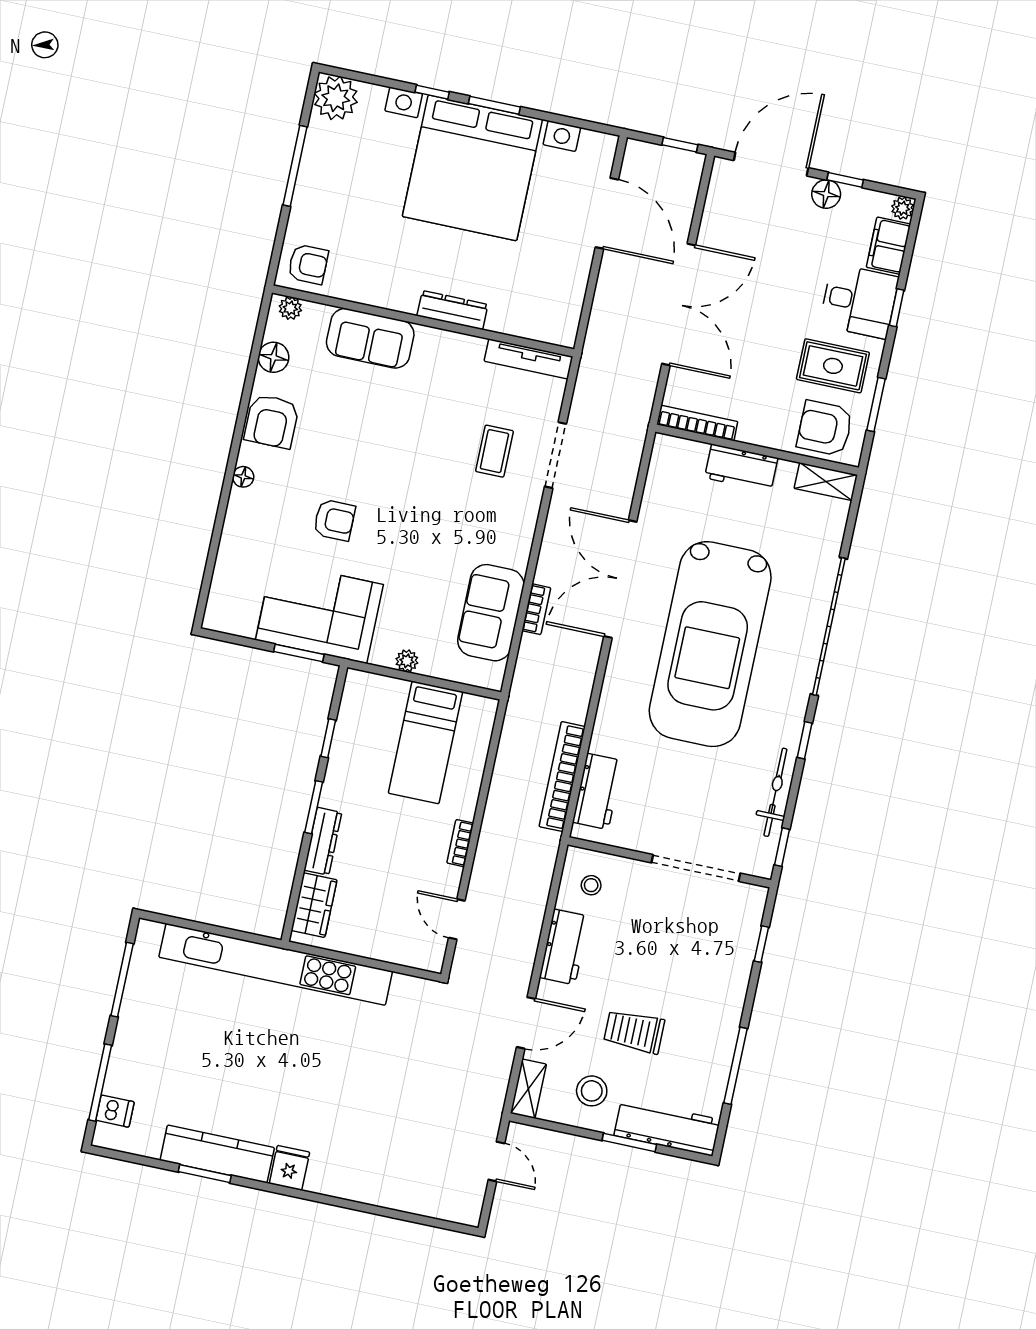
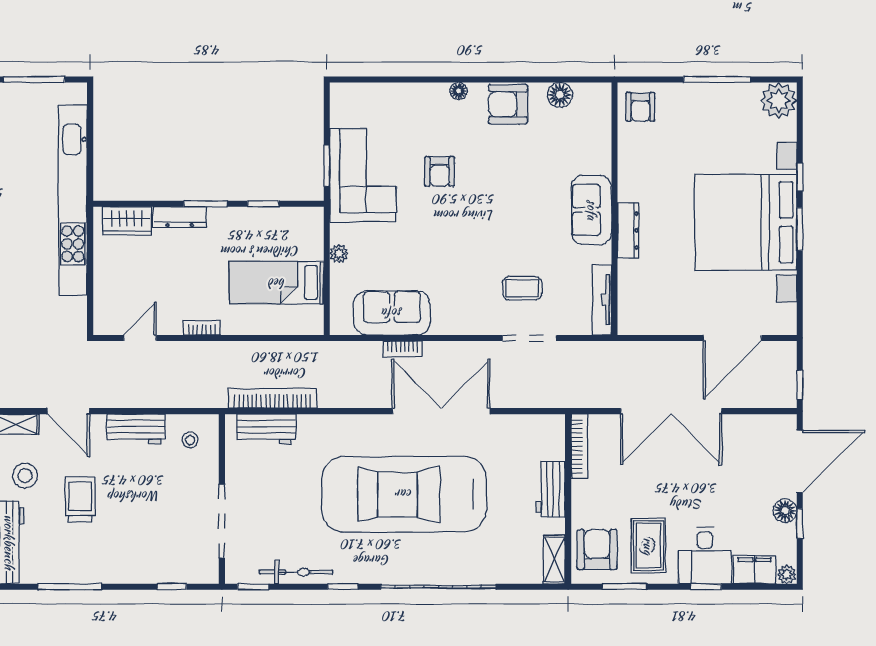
door: (771, 164) -> (800, 461), hinge flipped
plant: (290, 308) -> (602, 100), removed
sofa: (370, 338) -> (592, 210), moved

